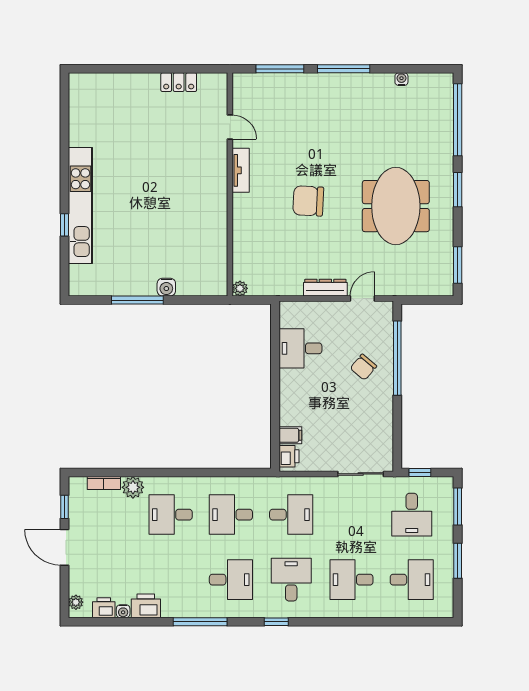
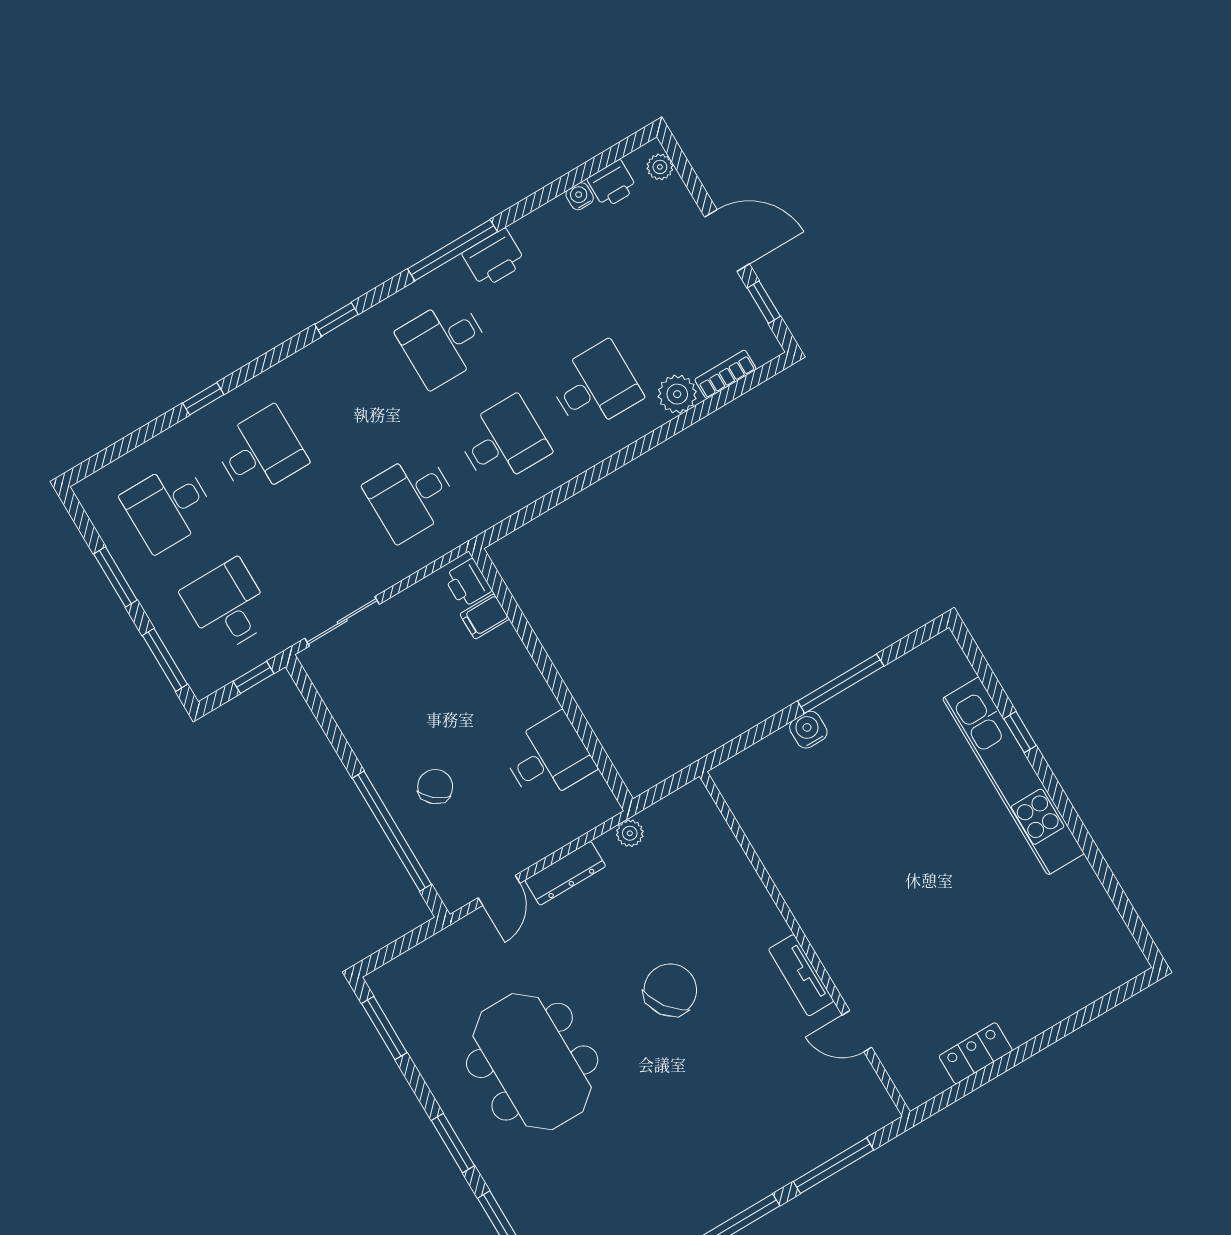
chair: (308, 201) -> (670, 990), turned -39
plant: (240, 288) -> (630, 833), moved
desk: (291, 580) -> (352, 397), removed
printer: (146, 606) -> (494, 258), moved
window: (364, 622) -> (203, 399), added

